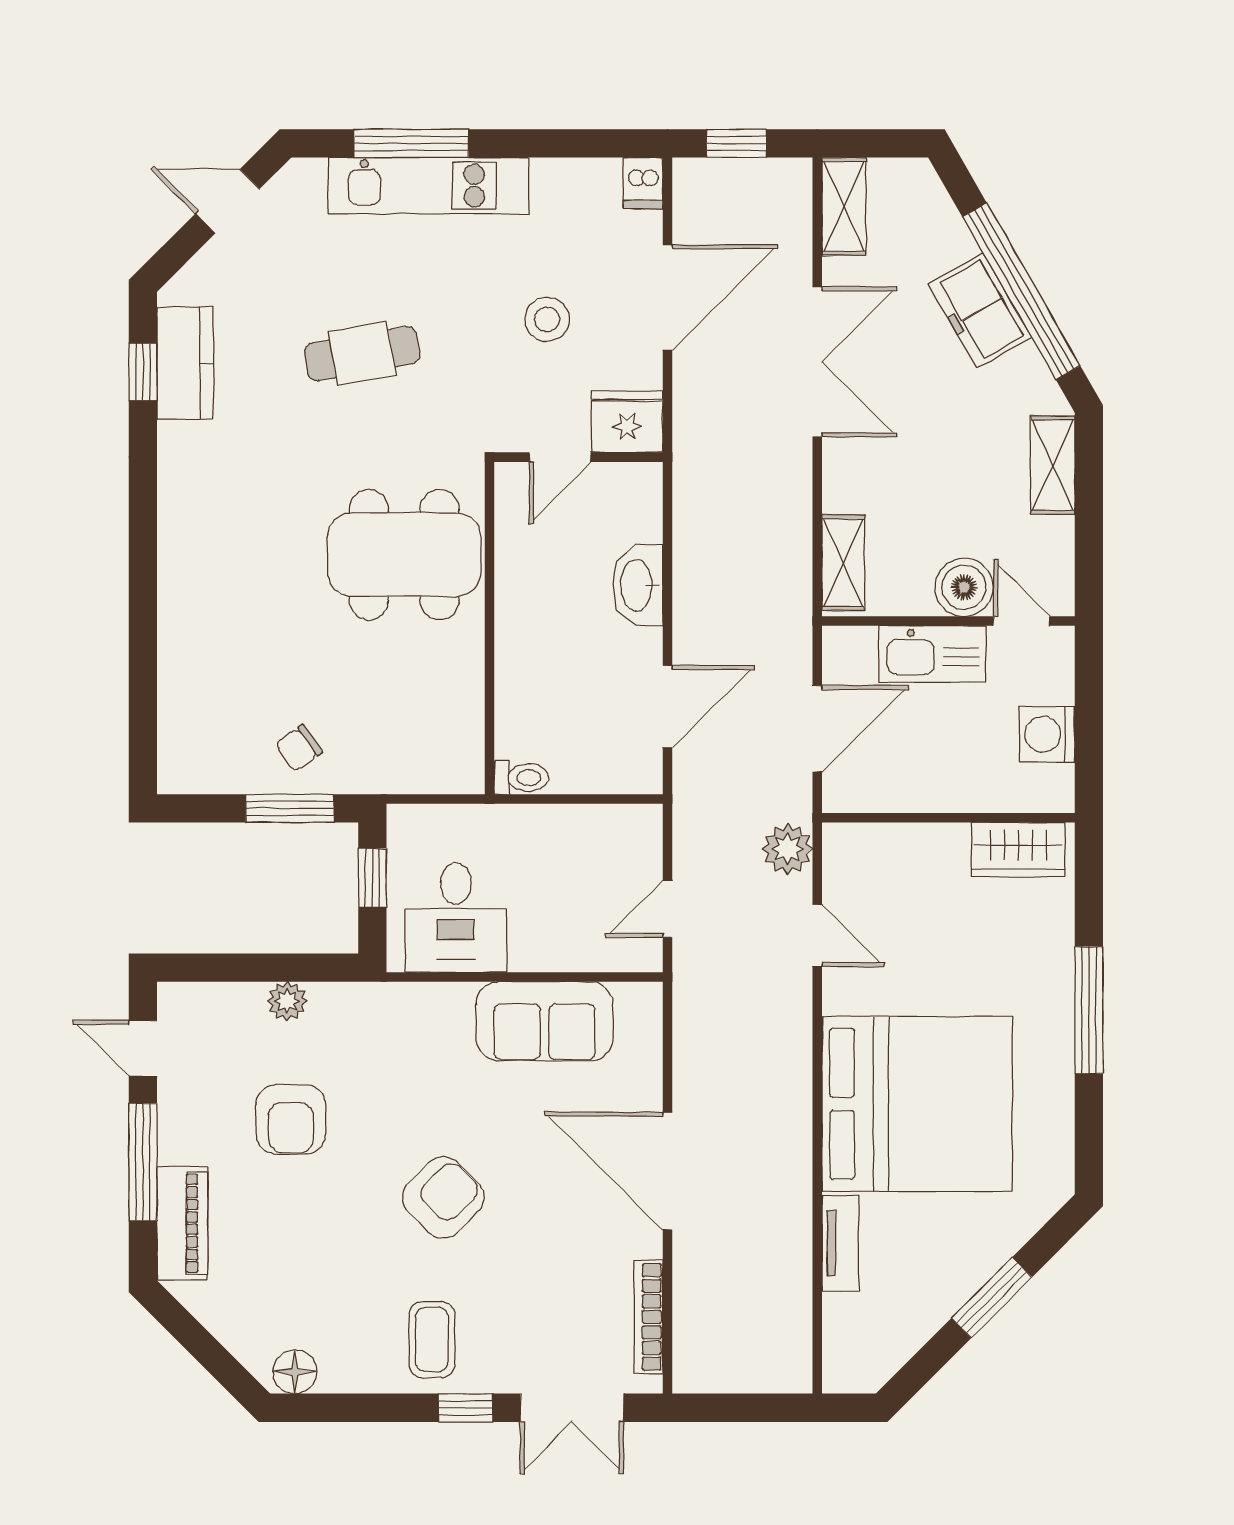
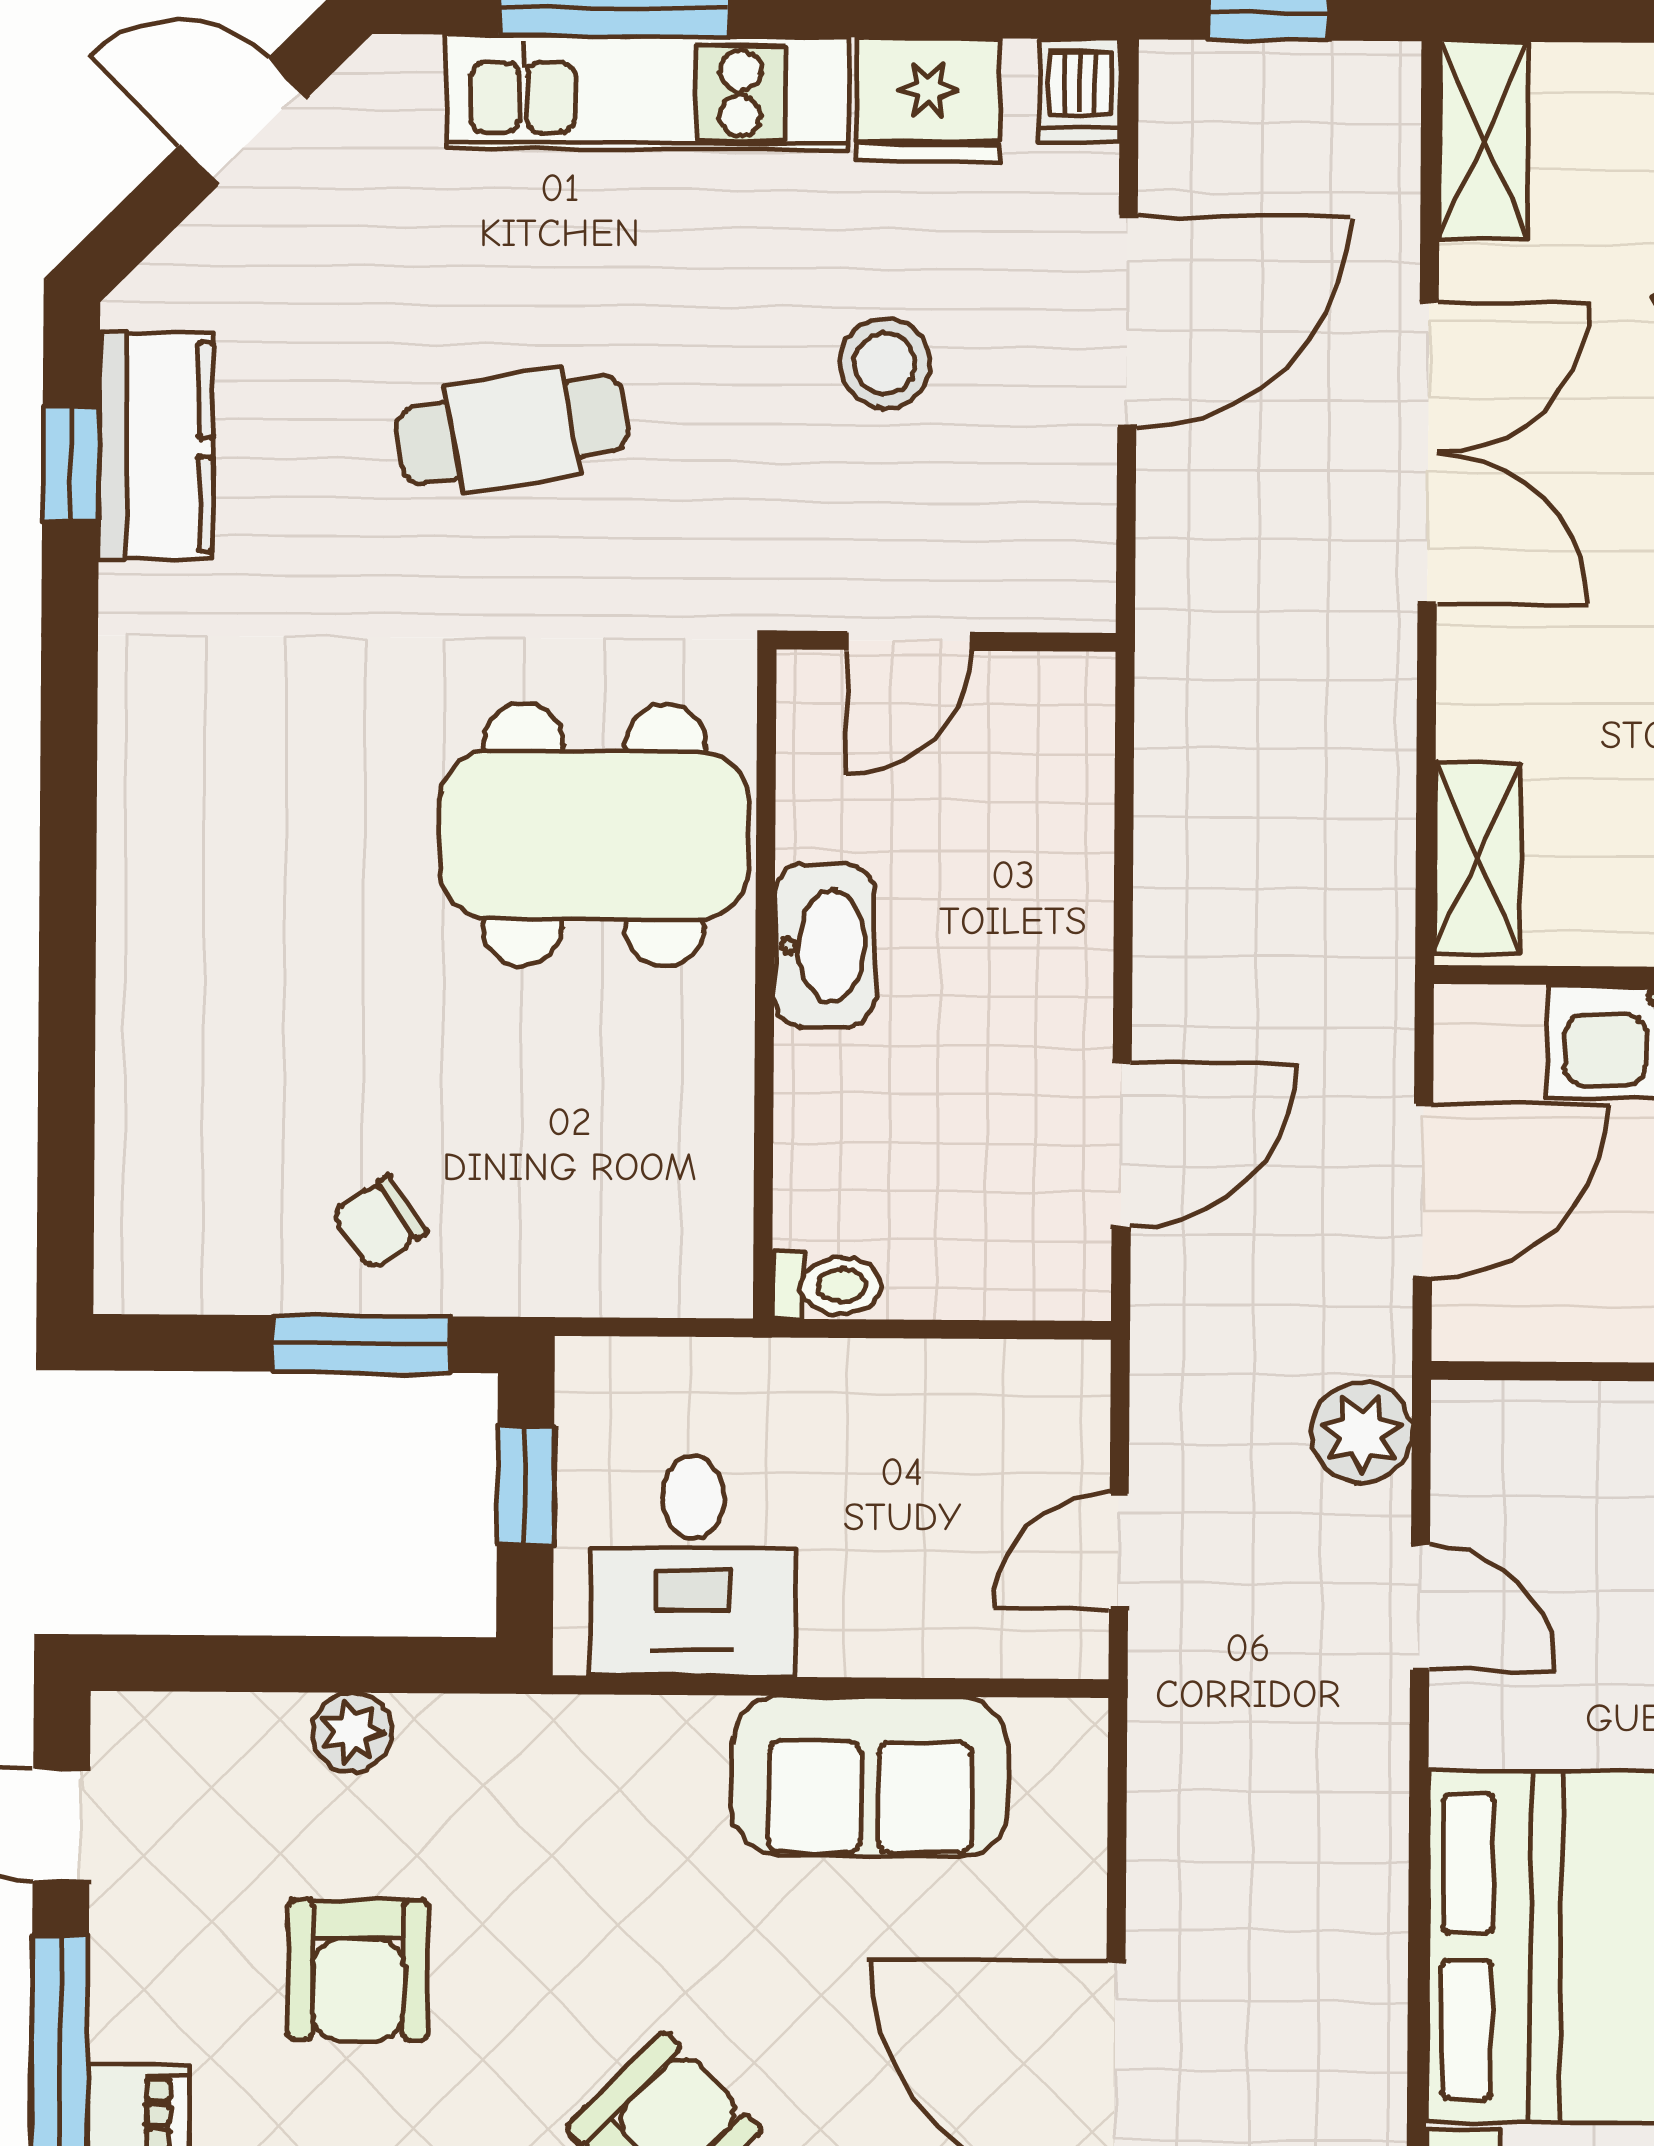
fridge: (627, 422) -> (928, 100), moved, turned 180
washbasin: (638, 585) -> (825, 946), moved, turned 180

